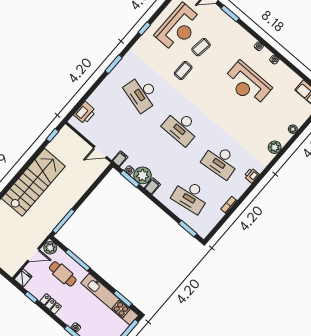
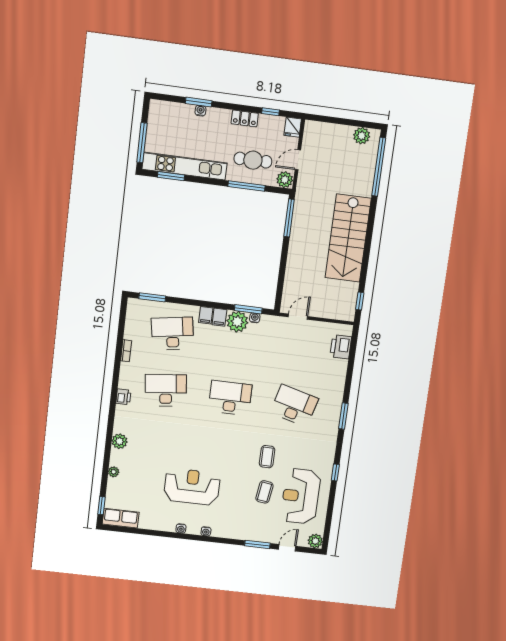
filing cabinet: (120, 159) -> (206, 315), moved

